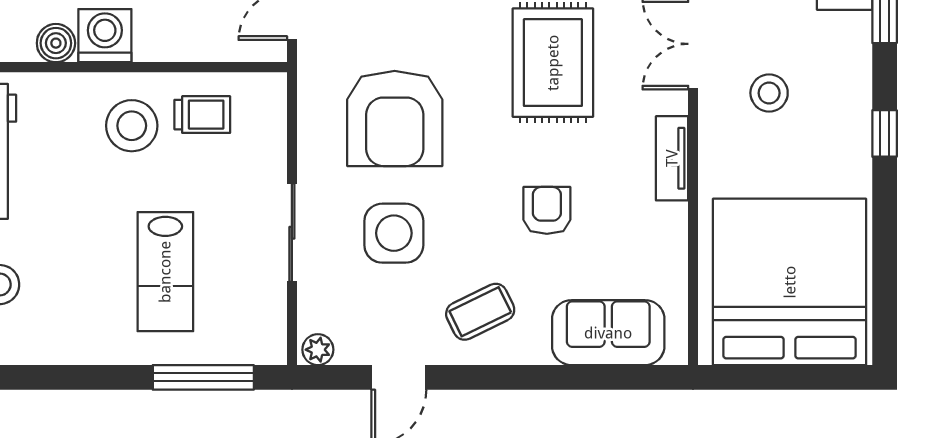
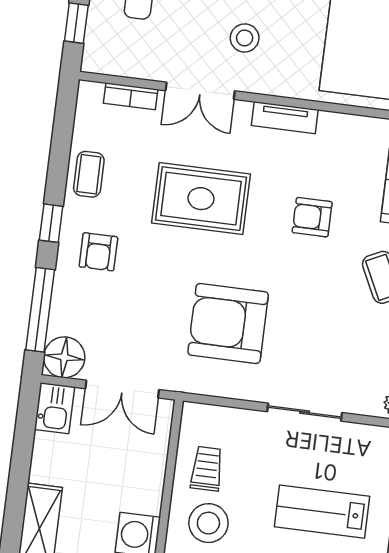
armchair: (395, 118) -> (228, 323), turned 180
side table: (394, 233) -> (315, 335), removed
lab bench: (165, 272) -> (322, 512), turned 180

